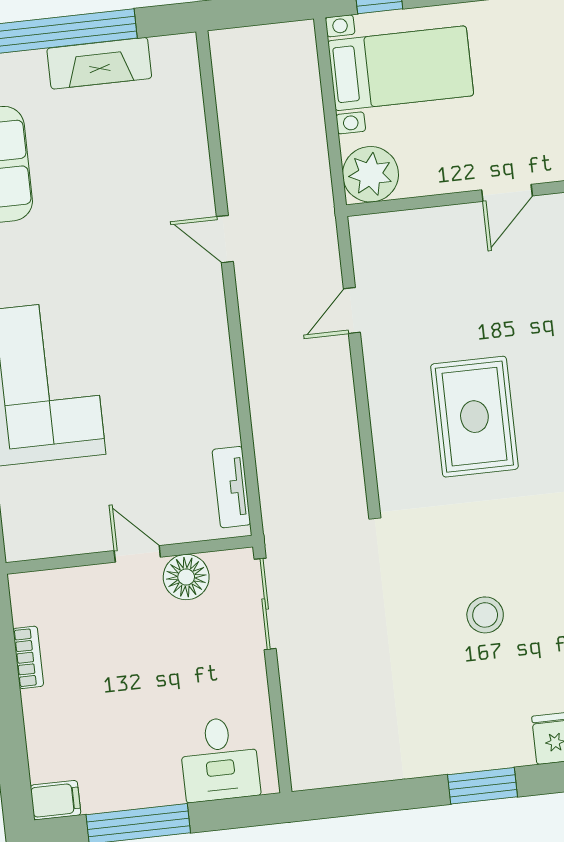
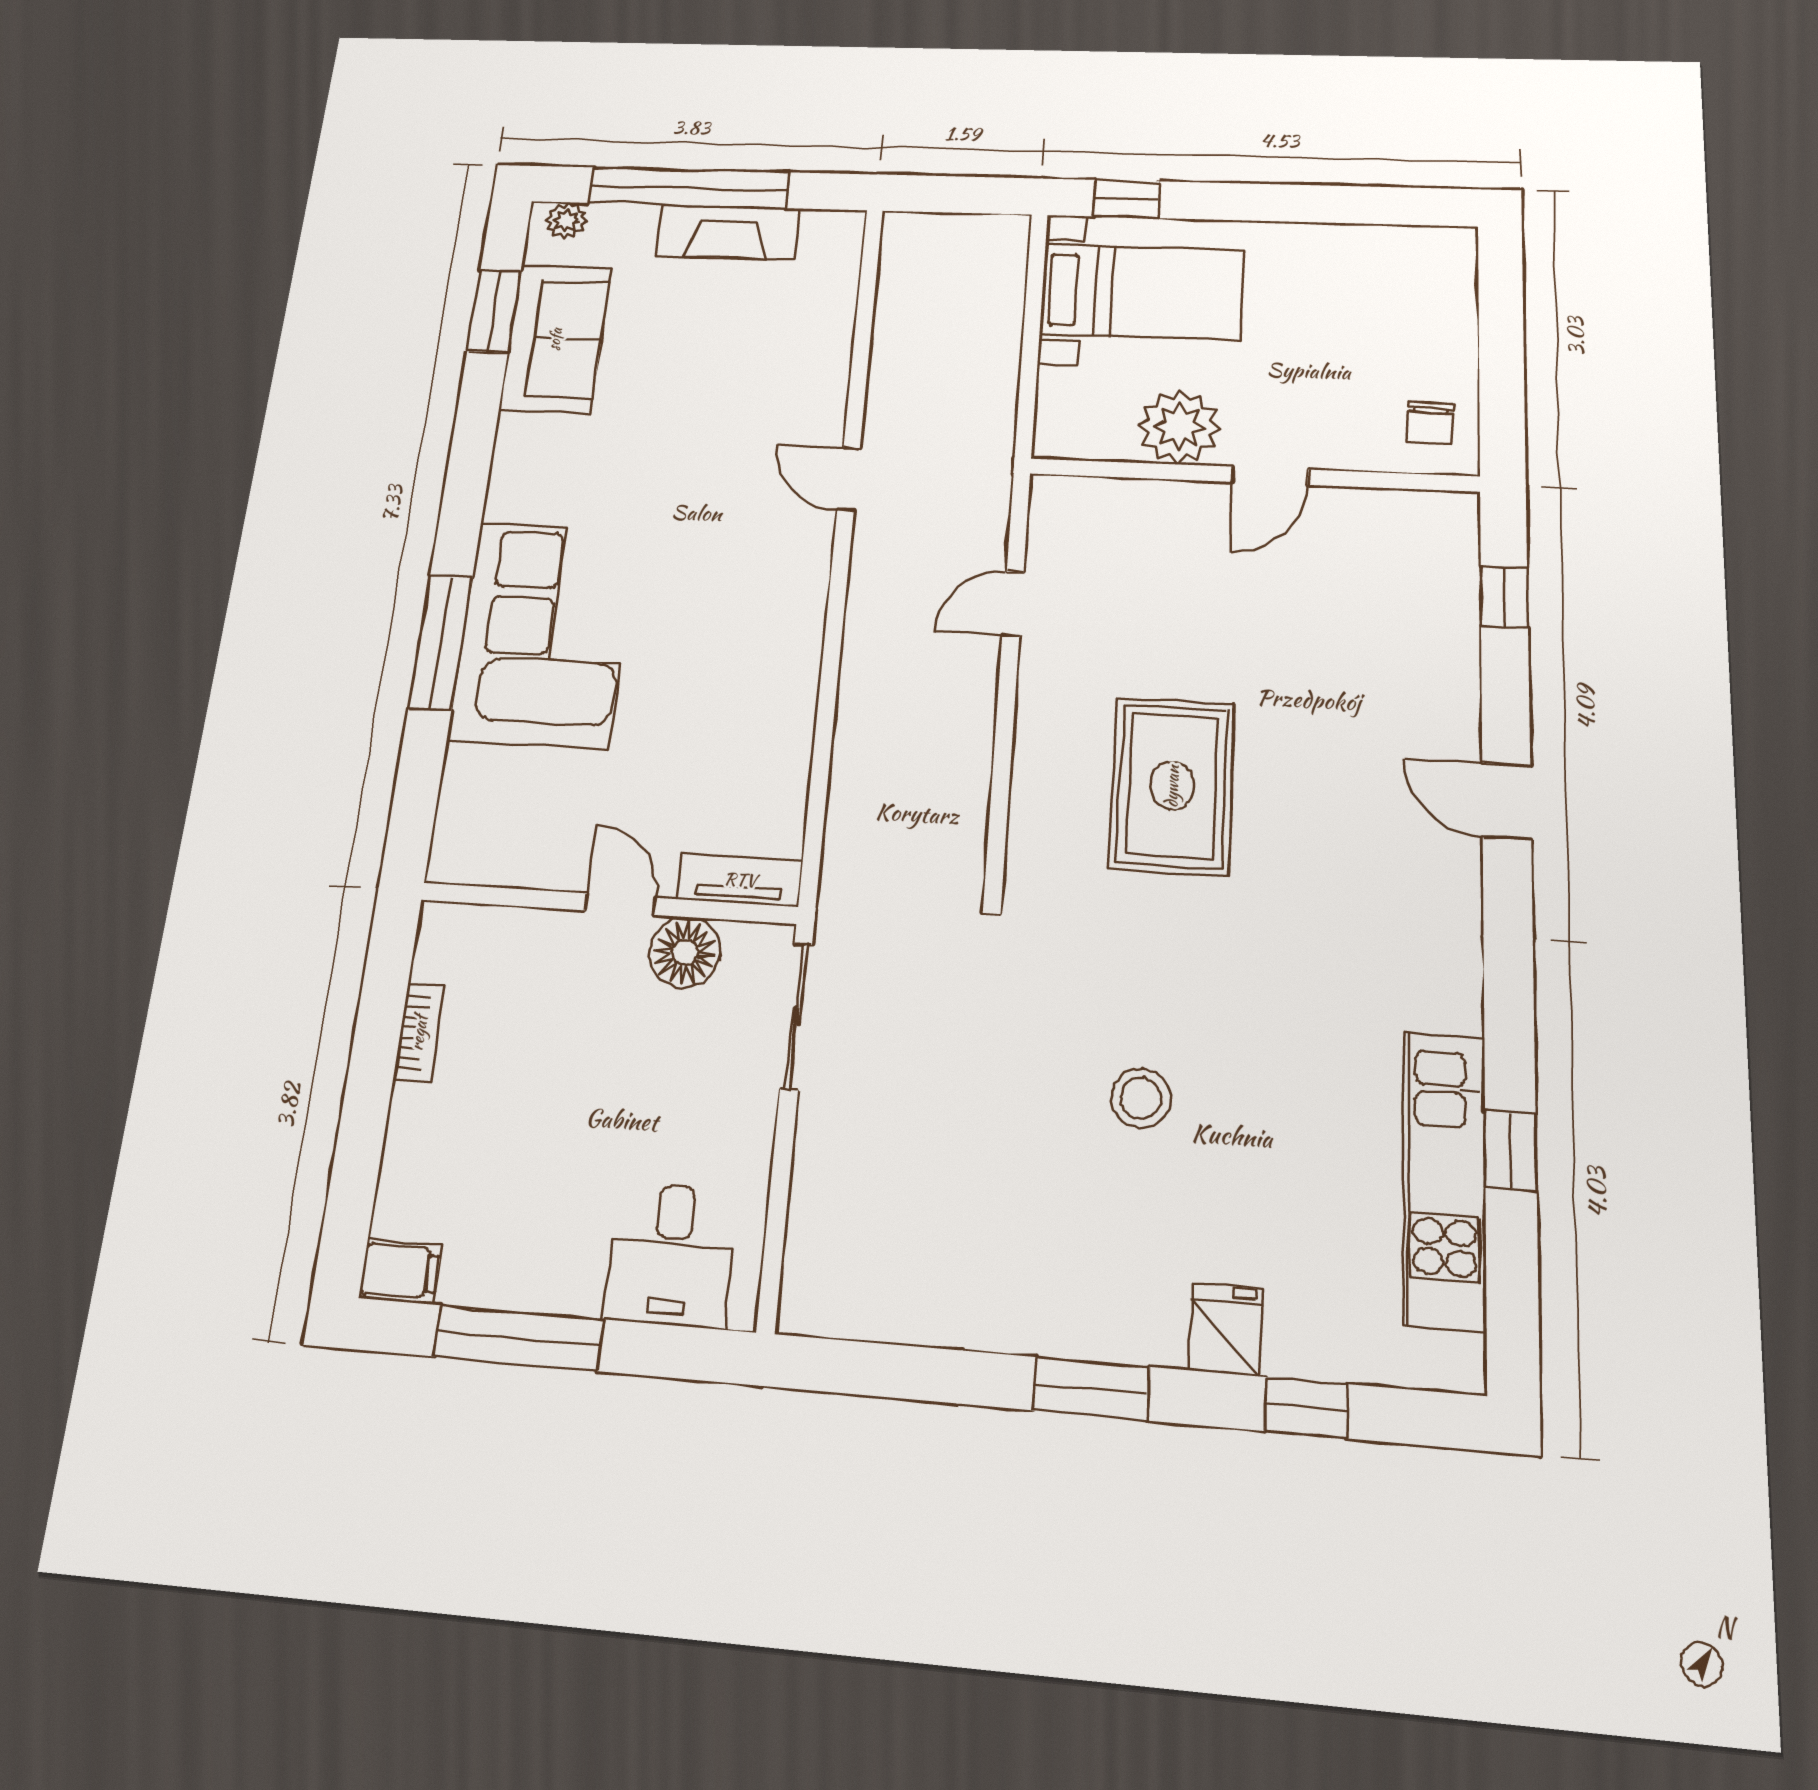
plant: (370, 174) -> (1179, 427), moved
tv unit: (231, 487) -> (740, 880), moved, turned 90

